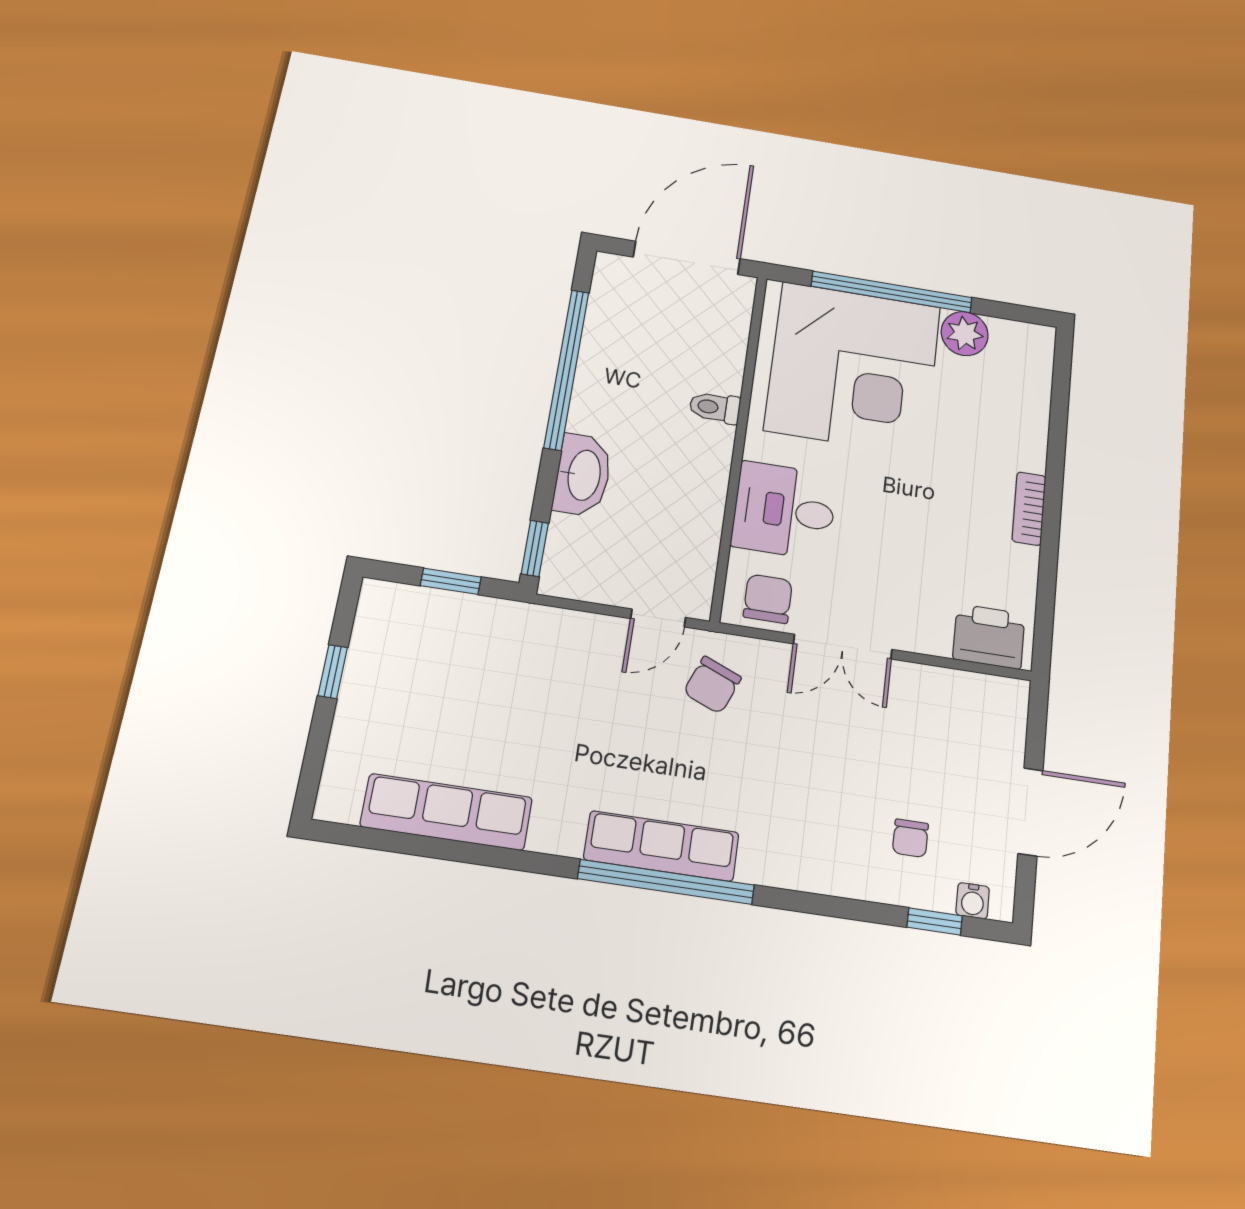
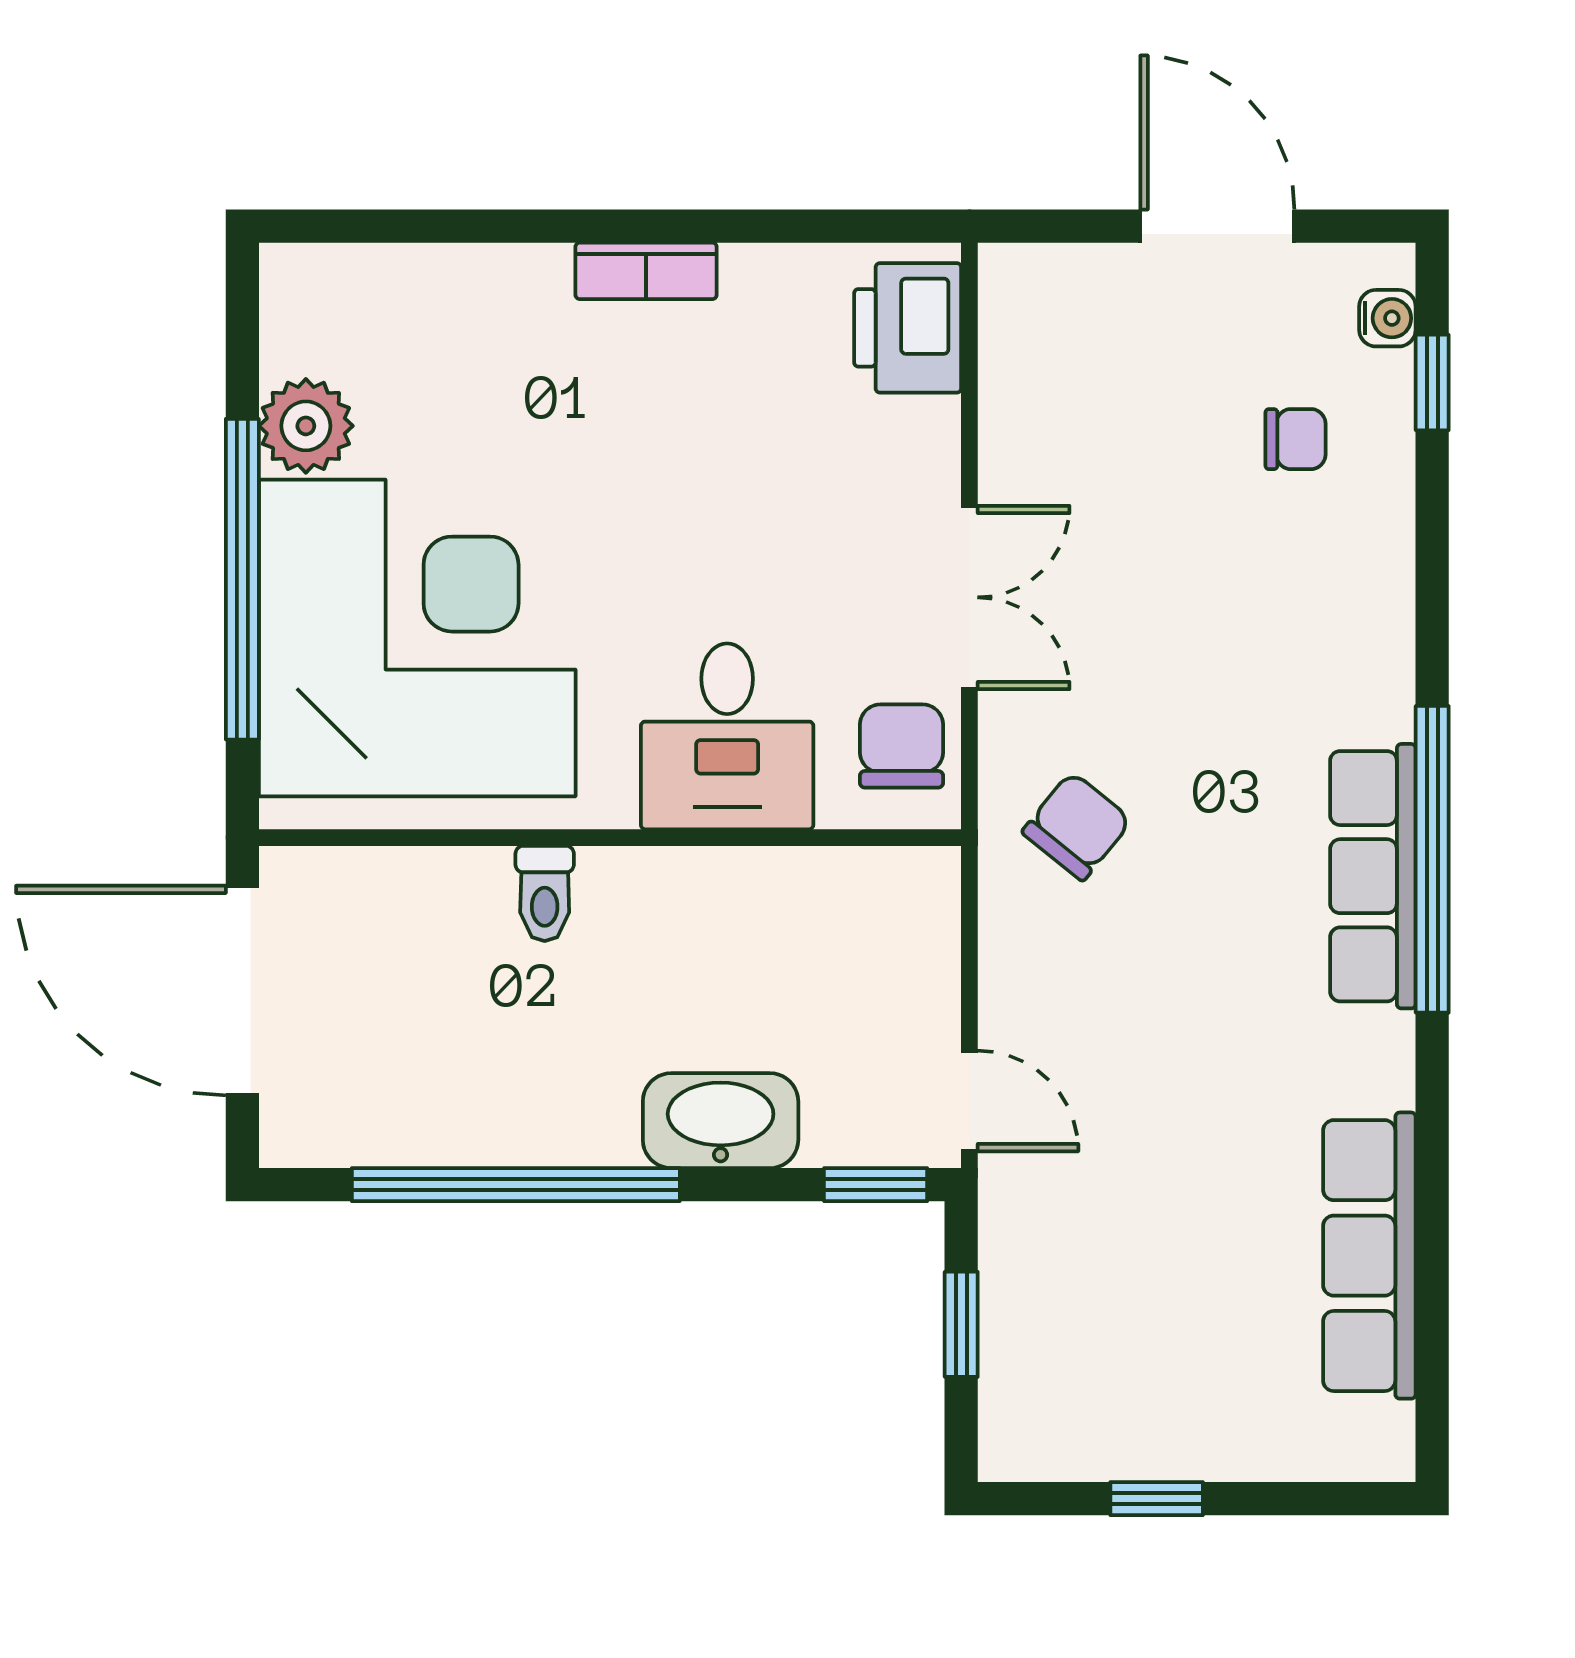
chair: (768, 599) -> (902, 746), turned 90
door: (658, 618) -> (969, 1101), moved
chair: (712, 685) -> (1077, 826), turned -73

